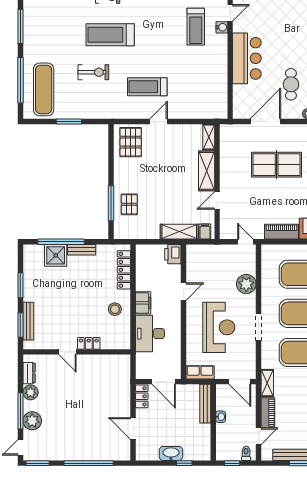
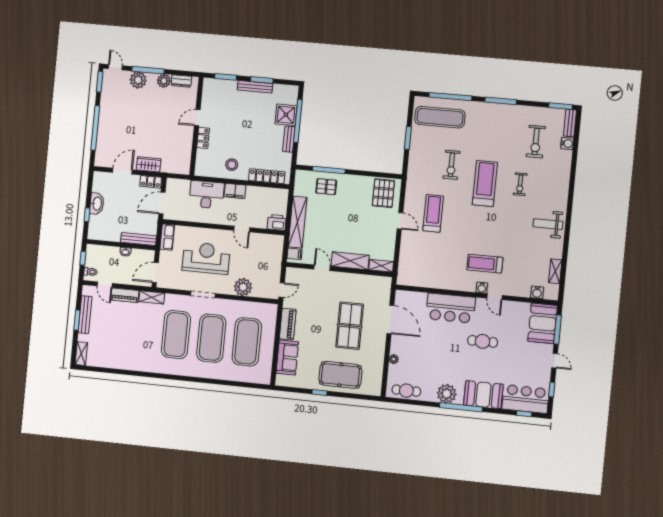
cafe table: (291, 84) -> (483, 341), moved
pallet: (131, 142) -> (383, 193), turned 90
shelving: (179, 232) -> (298, 222), width x1.47
bench: (28, 321) -> (255, 87), moved
reception desk: (219, 327) -> (206, 258), turned 180
wardrobe: (123, 400) -> (149, 164), added

